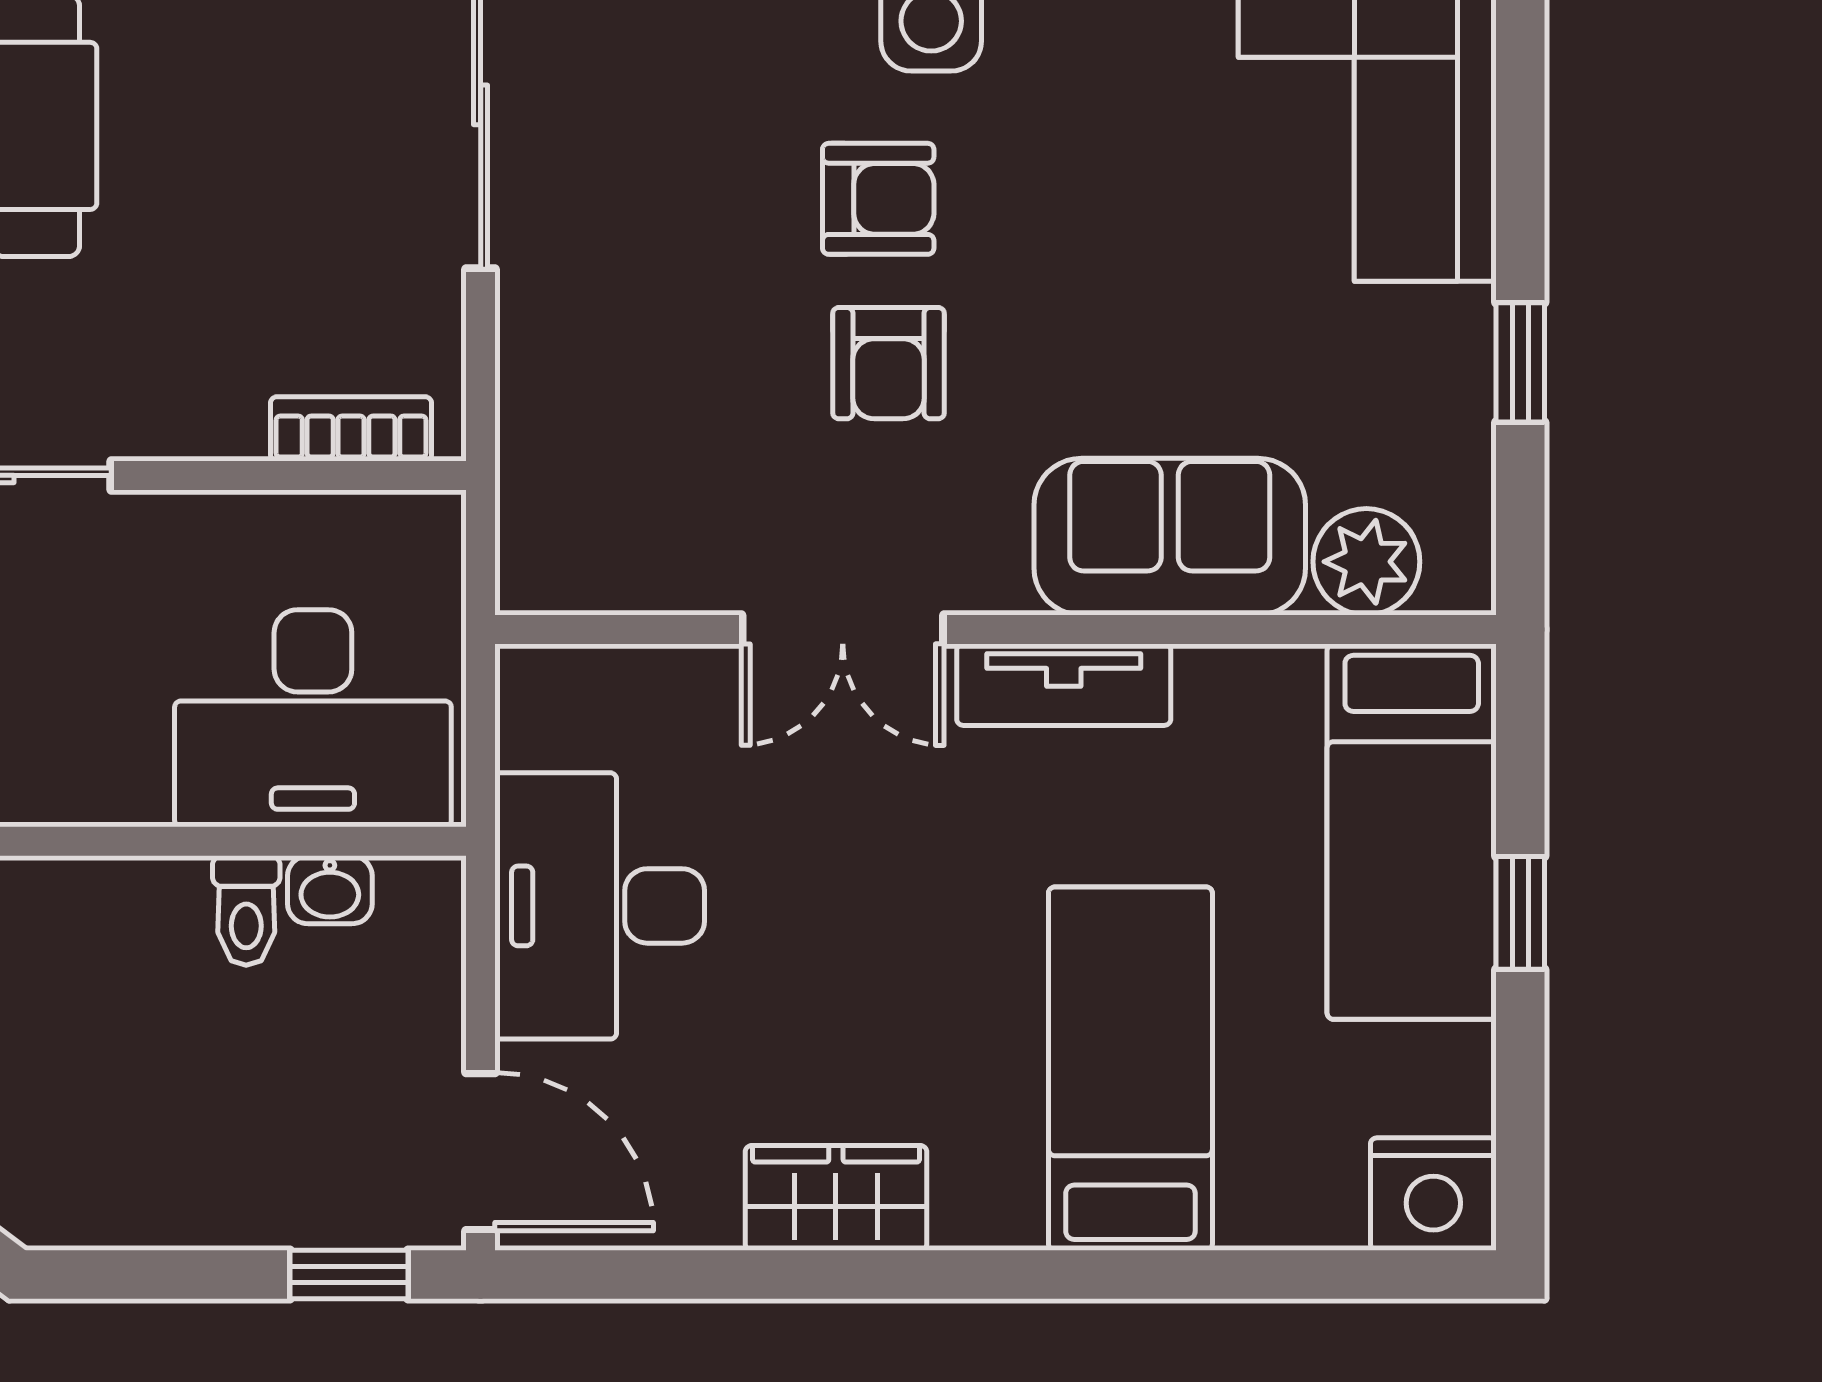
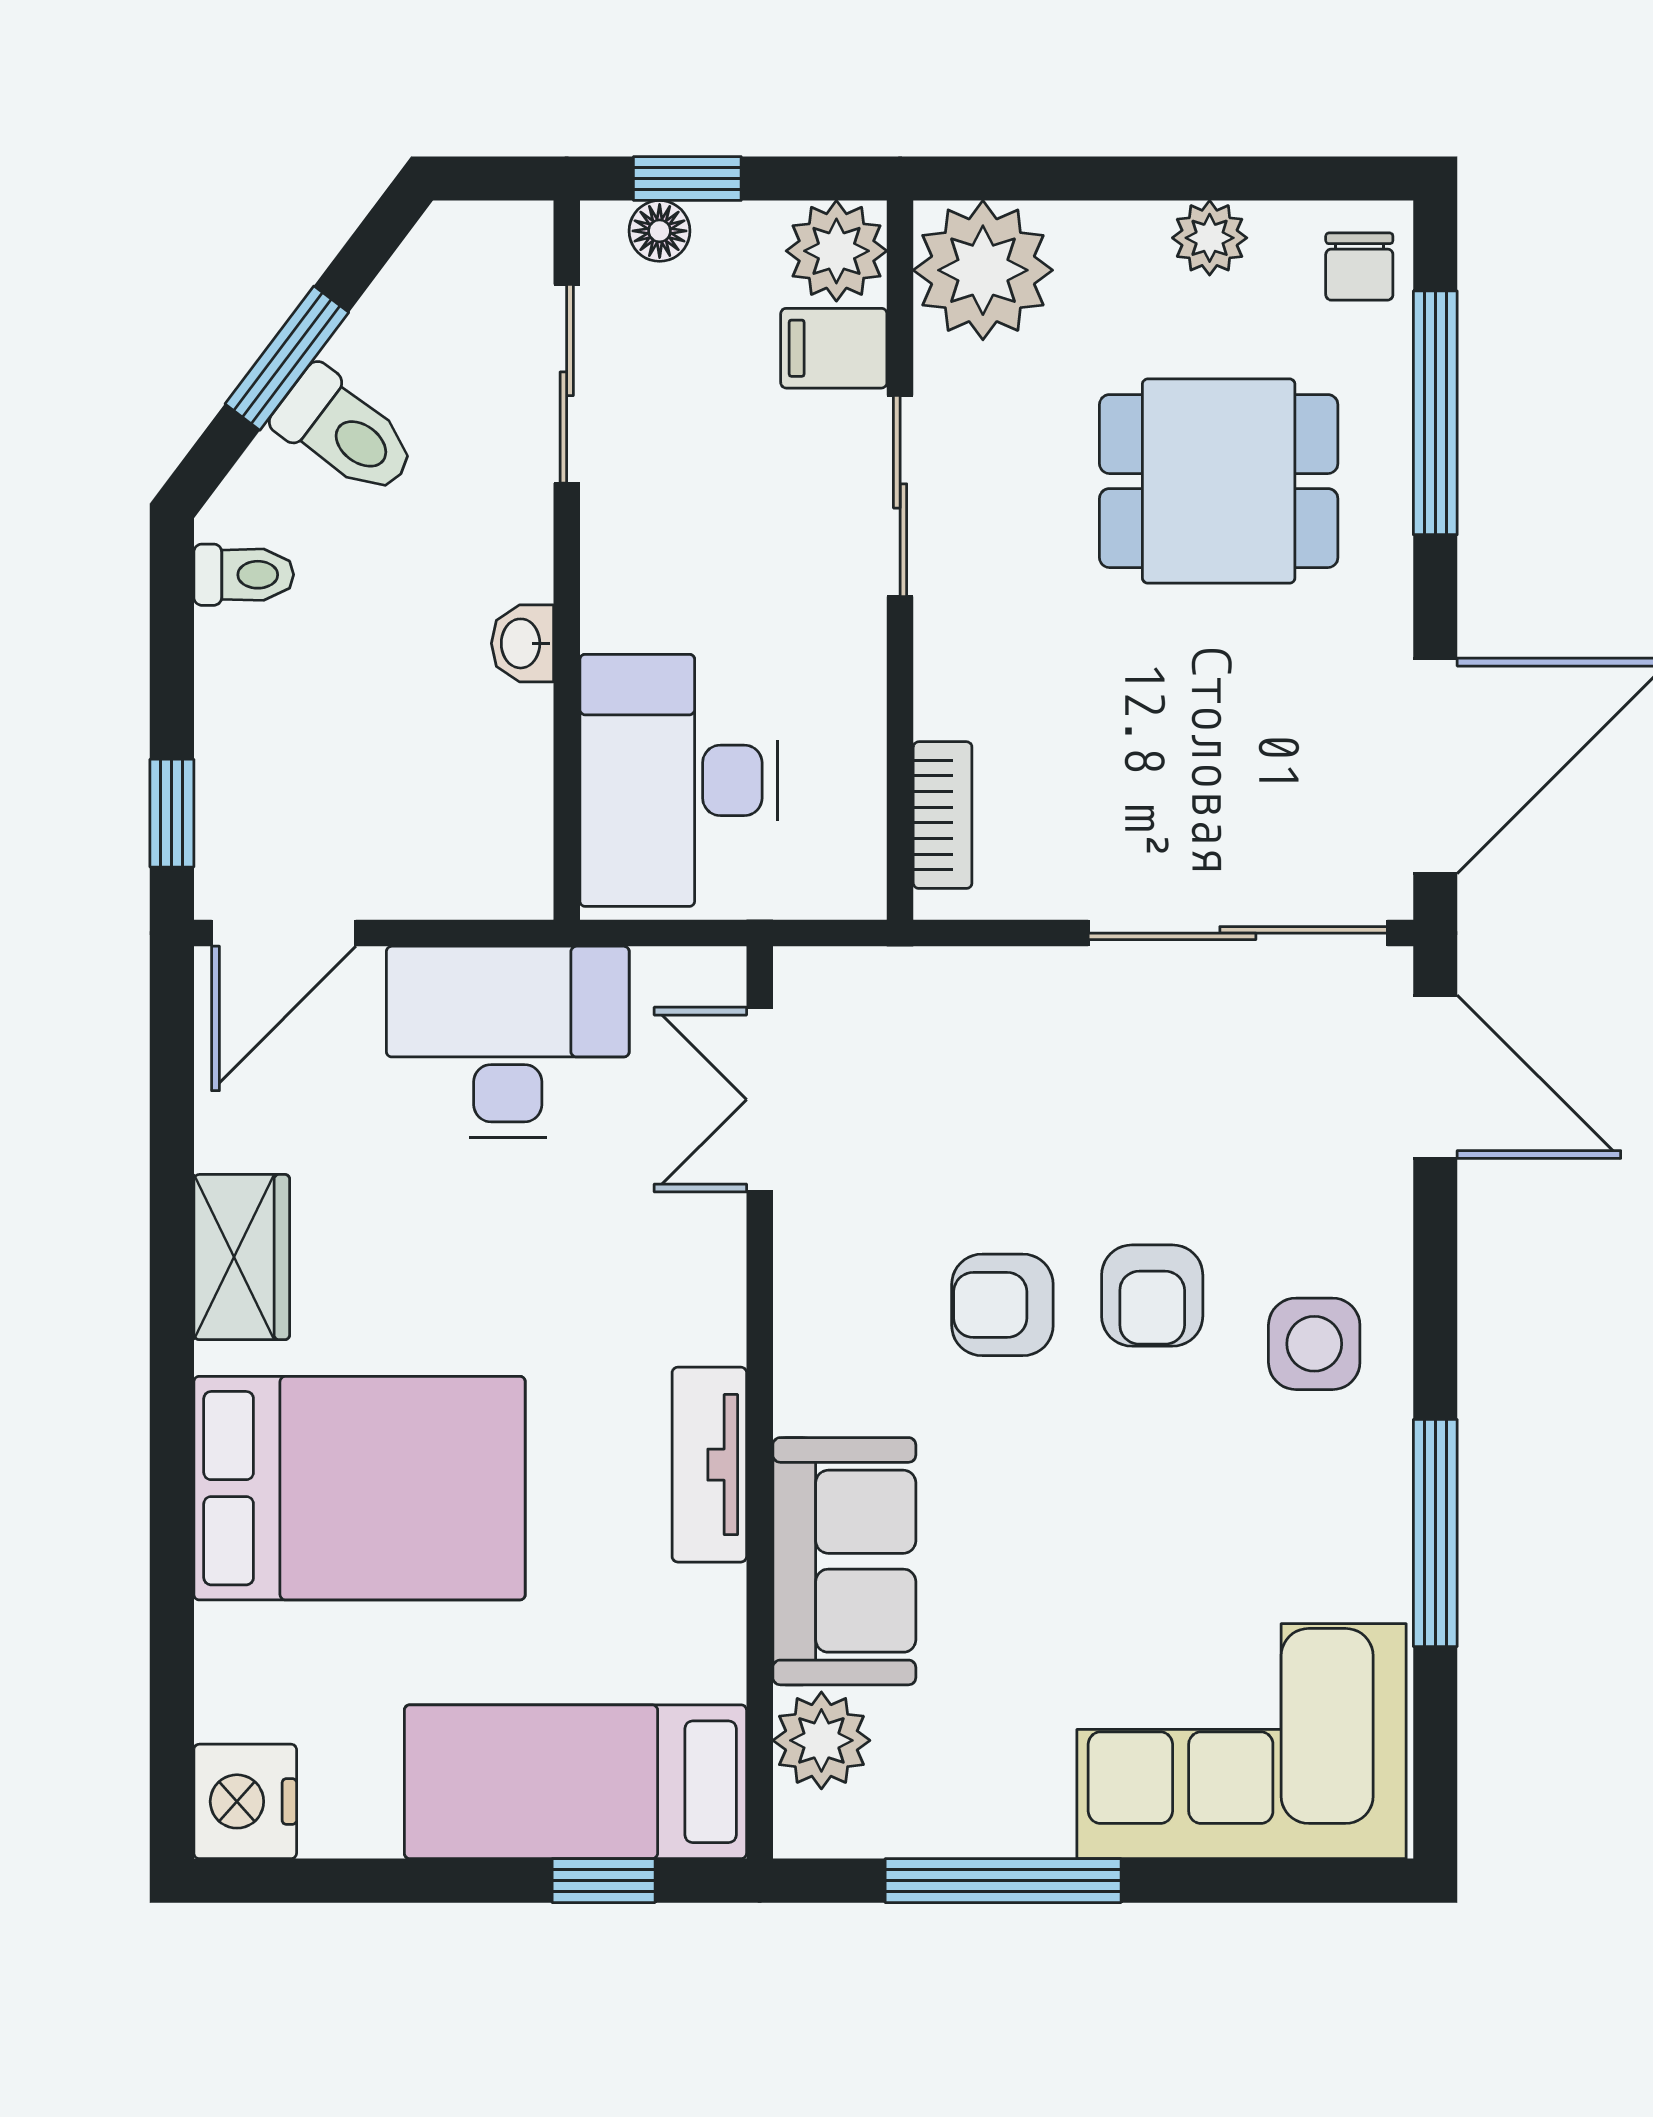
window: (1520, 362) -> (1003, 1881), width x2.17
double door: (843, 629) -> (760, 1100), moved
washbasin: (330, 890) -> (522, 643), moved
toilet: (246, 911) -> (244, 575), moved, turned 180
window: (1520, 913) -> (604, 1881), moved
bed: (1130, 1069) -> (359, 1488), width x1.50

